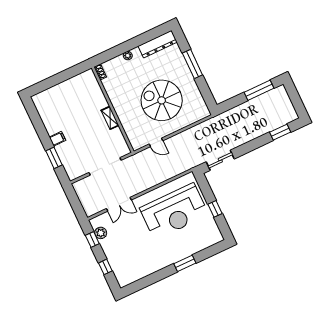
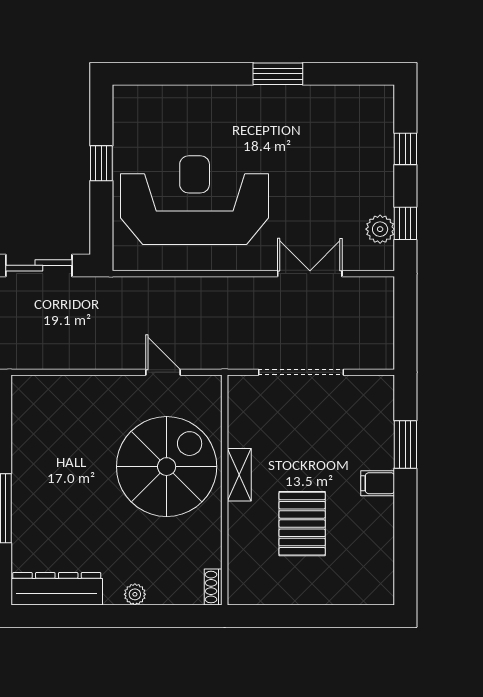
spiral stairs: (162, 100) -> (167, 467), moved, turned -90
pallet: (78, 111) -> (302, 524), added
window: (185, 263) -> (278, 74), moved

